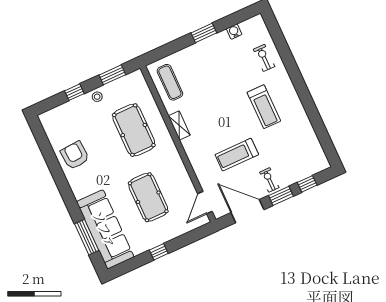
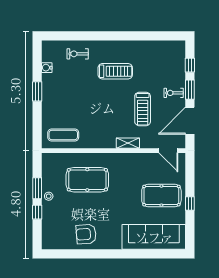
window: (112, 75) -> (37, 188), moved
shelving: (179, 126) -> (128, 143), moved
pool table: (148, 197) -> (161, 196), moved
window: (87, 237) -> (153, 254), removed

